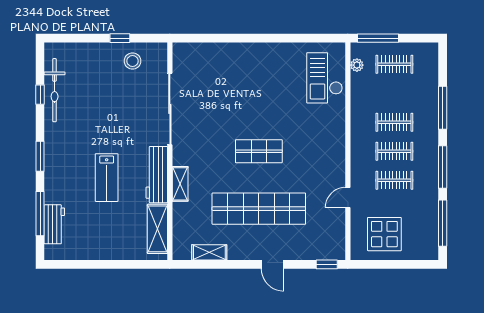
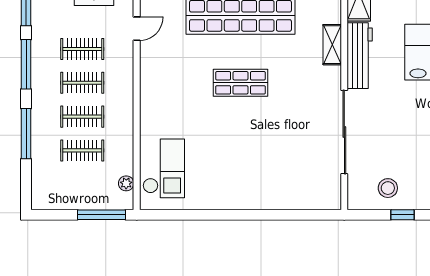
clothes rail: (394, 64) -> (82, 150), moved

